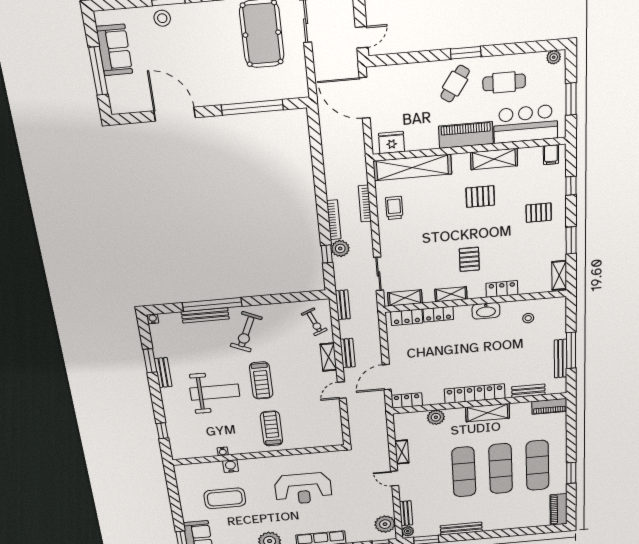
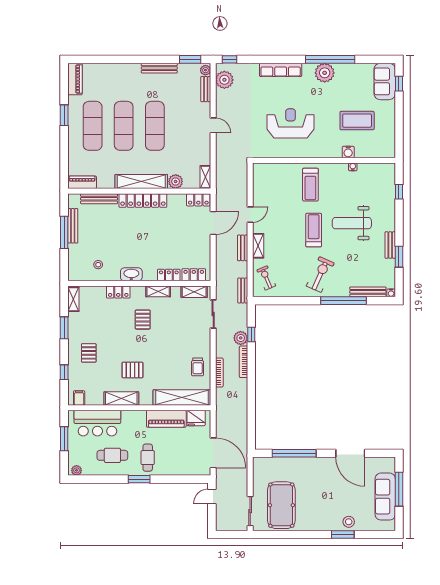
sofa: (114, 50) -> (385, 497), width x1.36
cafe table: (455, 84) -> (148, 458), turned -34
piano: (466, 135) -> (166, 419), moved
pallet: (539, 213) -> (89, 353), turned 90
bench: (205, 315) -> (368, 292), moved
bench: (528, 391) -> (99, 199), width x1.36
shelving: (488, 413) -> (141, 181), width x1.47
shelving: (402, 452) -> (205, 177), moved

